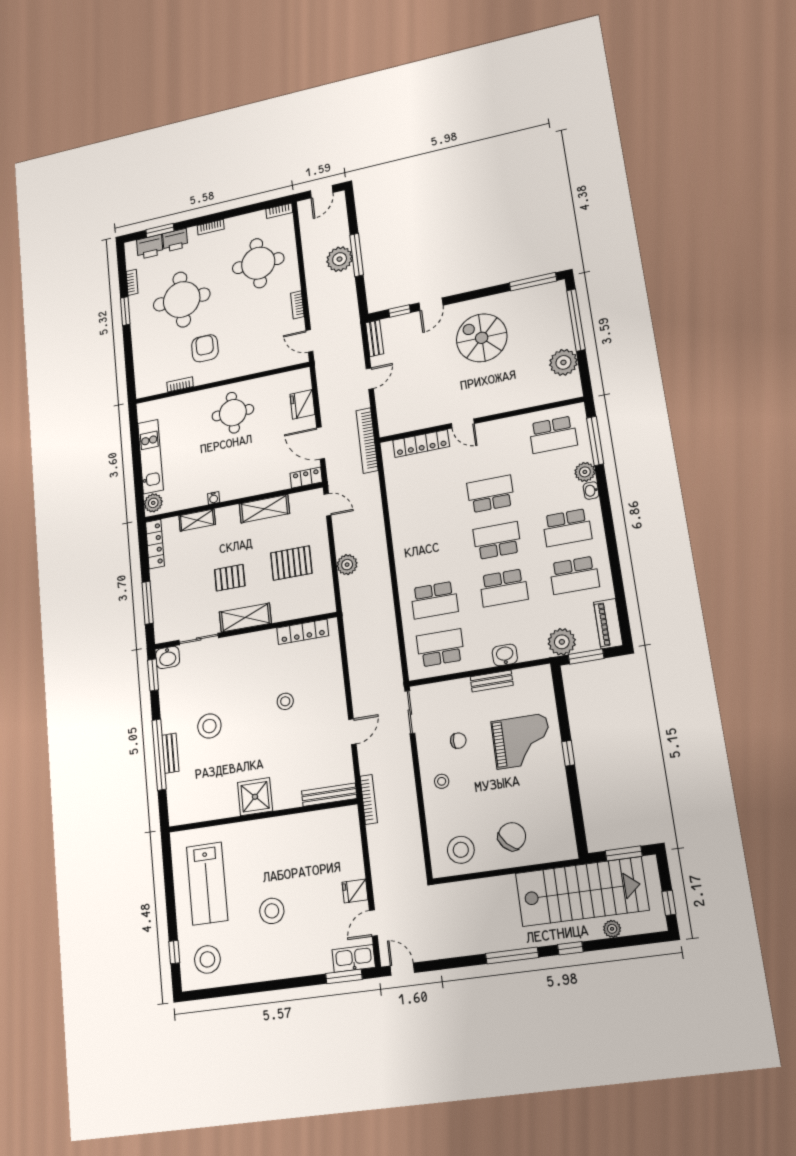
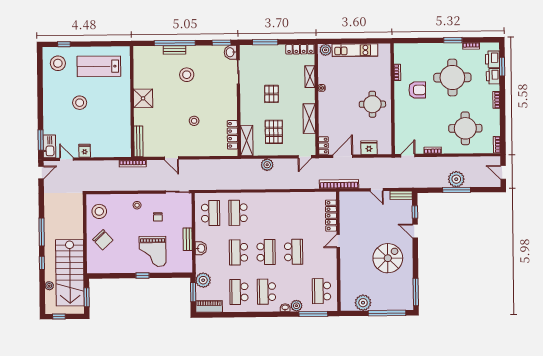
shelving: (245, 618) -> (247, 140), moved

